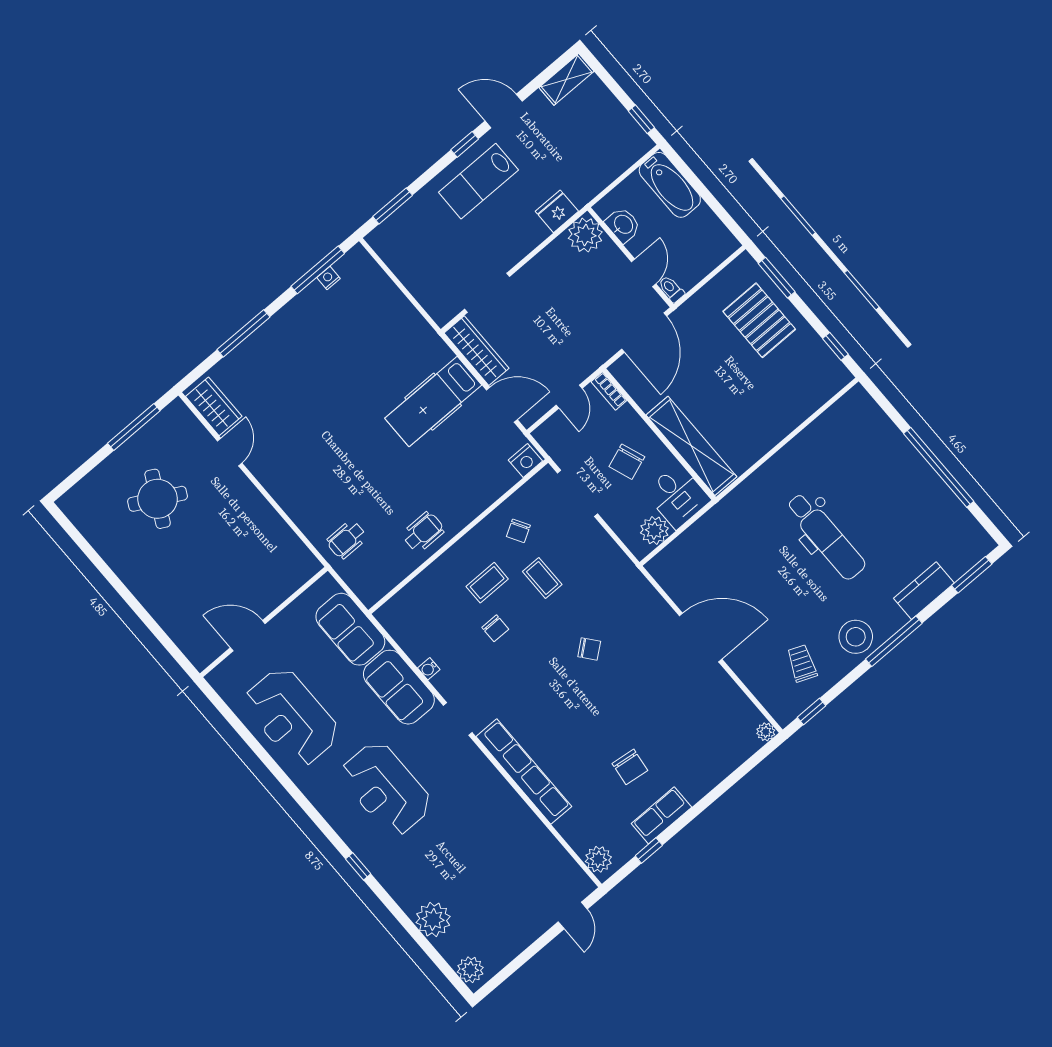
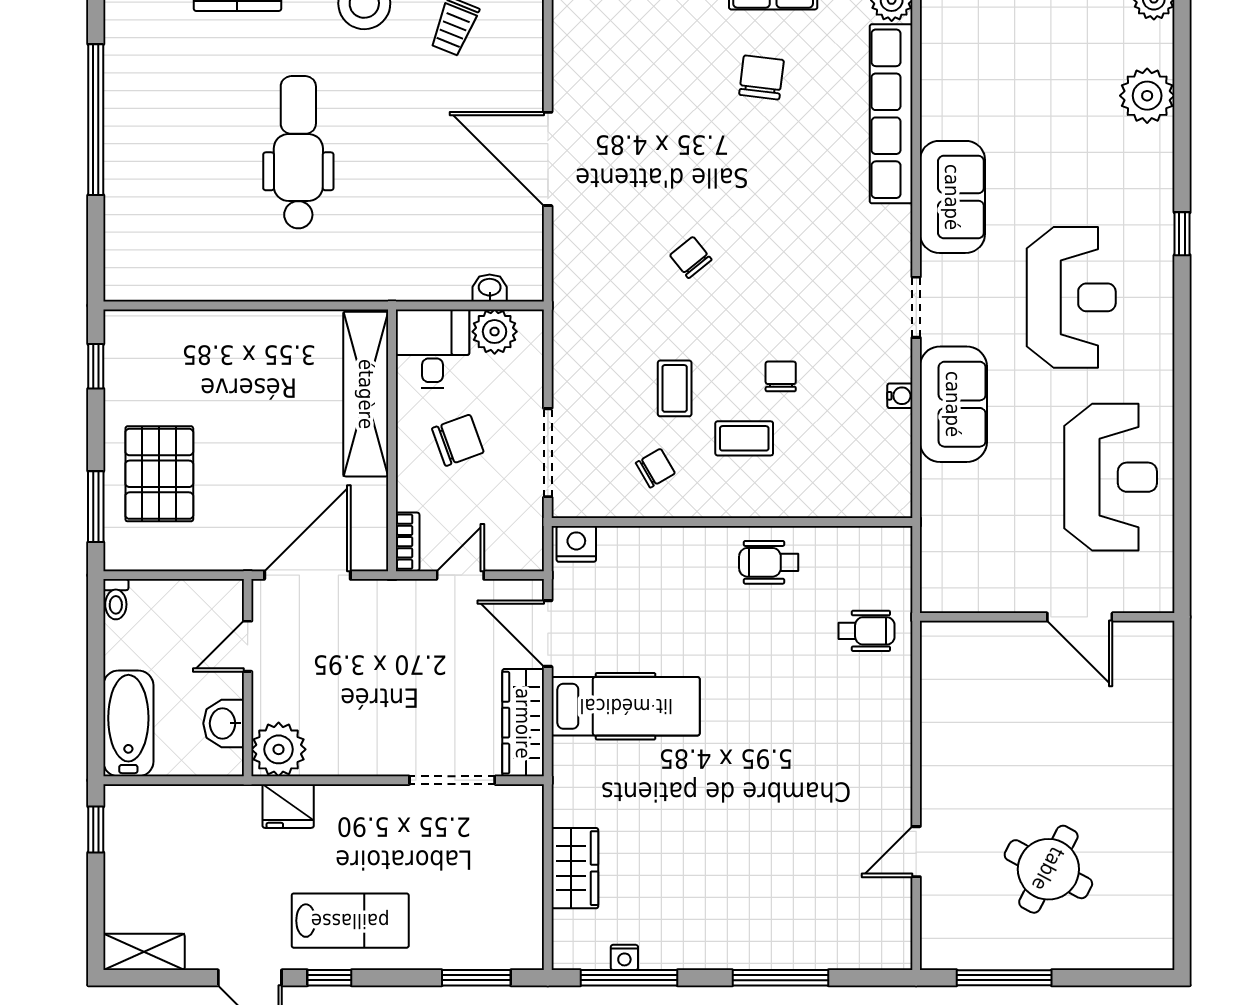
toilet: (671, 289) -> (116, 599), moved
wardrobe: (214, 406) -> (575, 868), moved, turned 180
washbasin: (675, 550) -> (490, 288), added
sofa: (350, 629) -> (952, 197), moved
row of seats: (524, 771) -> (891, 114), moved

